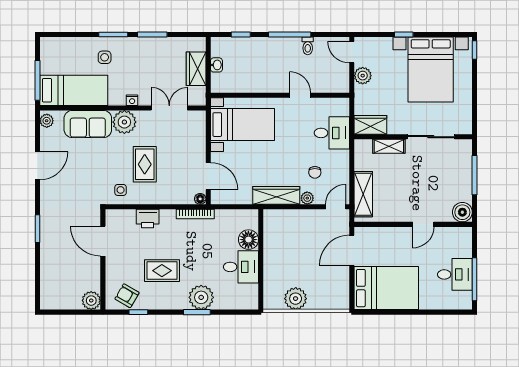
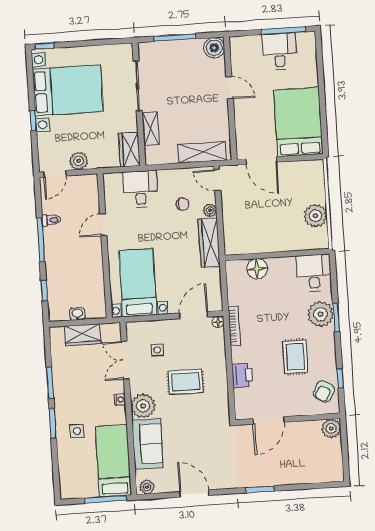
side table: (121, 190) -> (157, 350), moved
desk: (241, 267) -> (314, 273), moved

